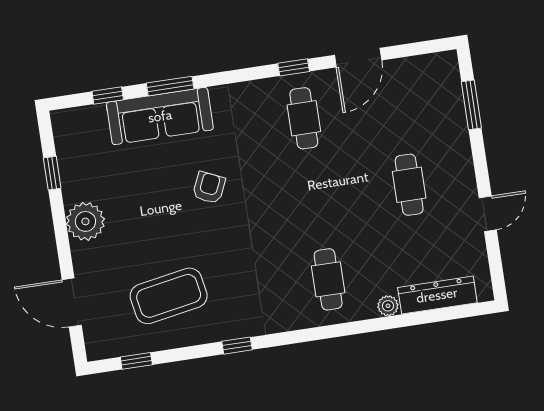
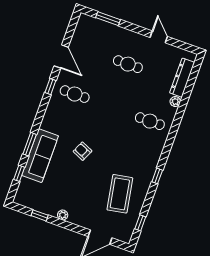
plant: (85, 221) -> (63, 215), width x0.53, depth x0.53

